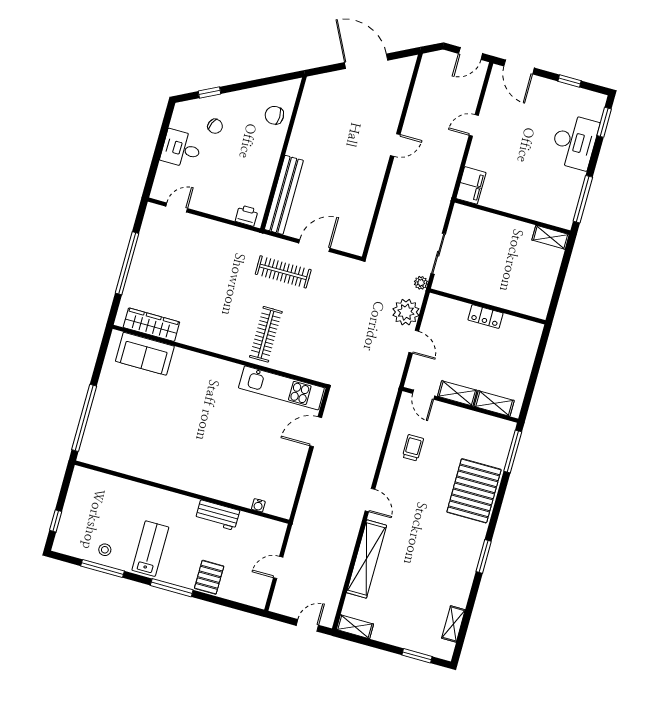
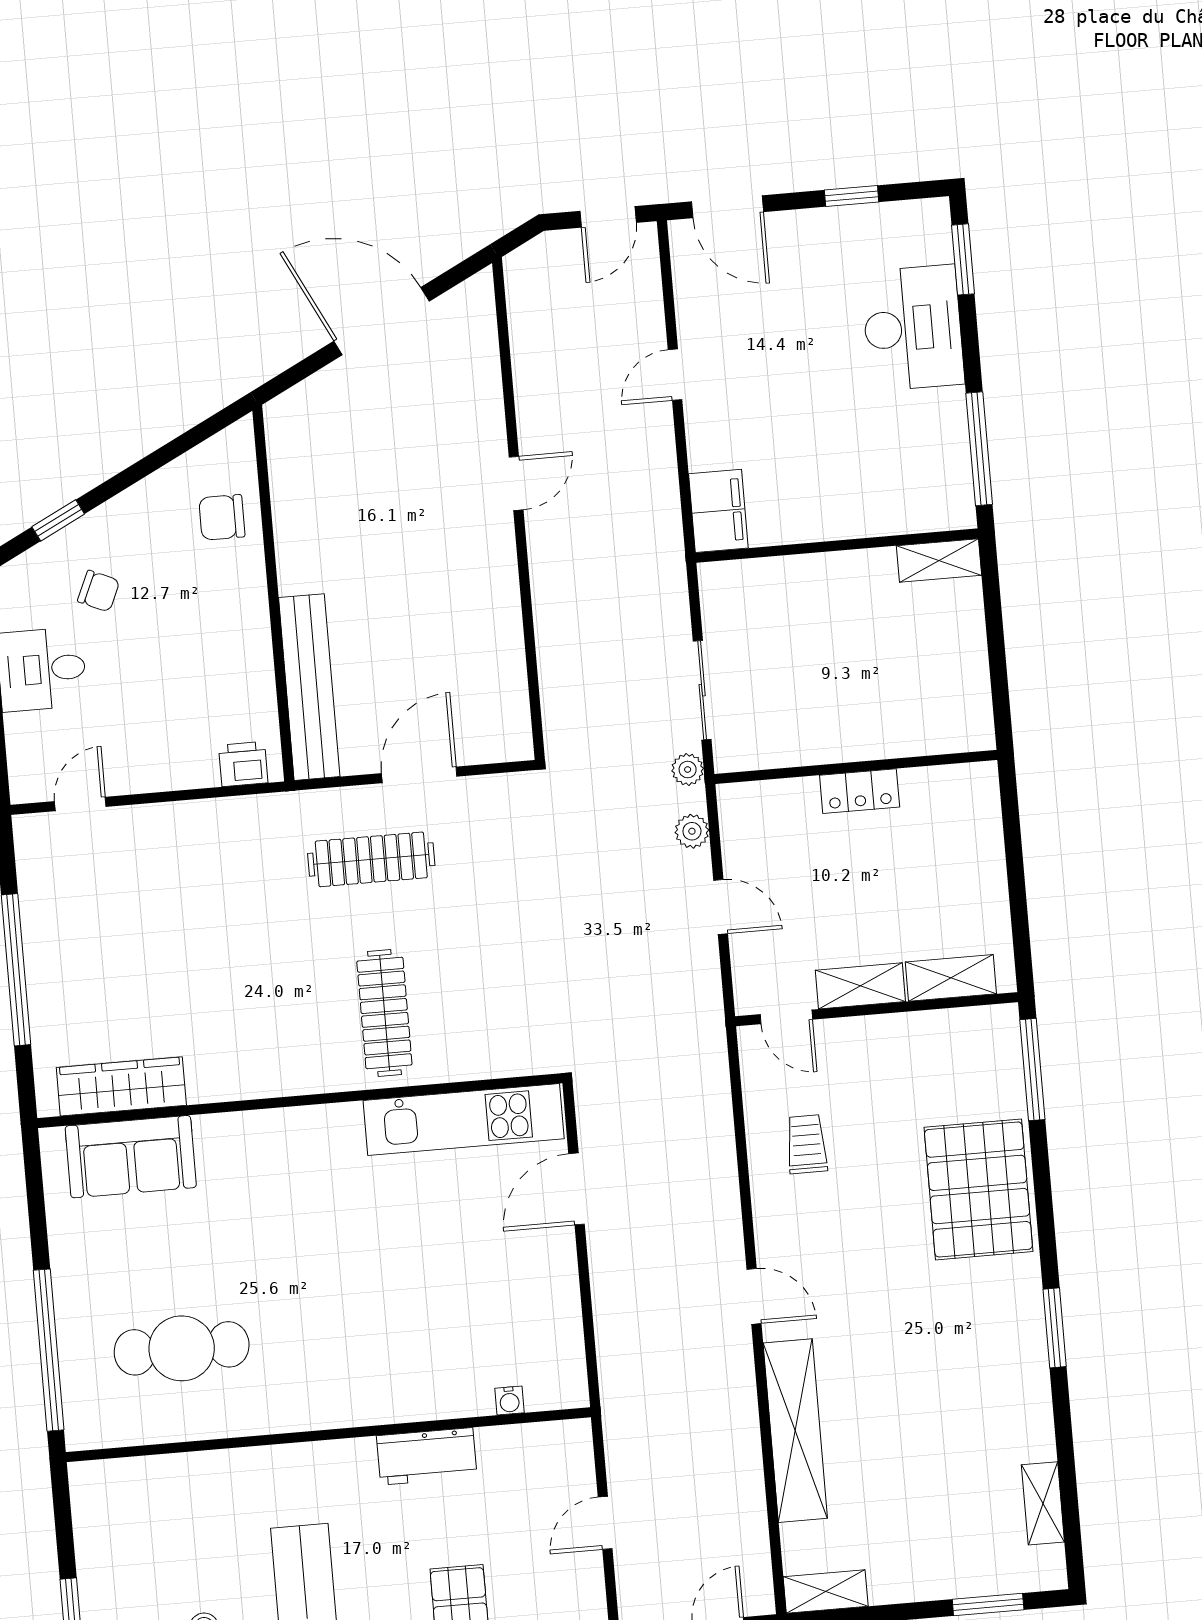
plant: (406, 312) -> (692, 831), width x0.53, depth x0.53
cafe table: (137, 437) -> (182, 1348), added

